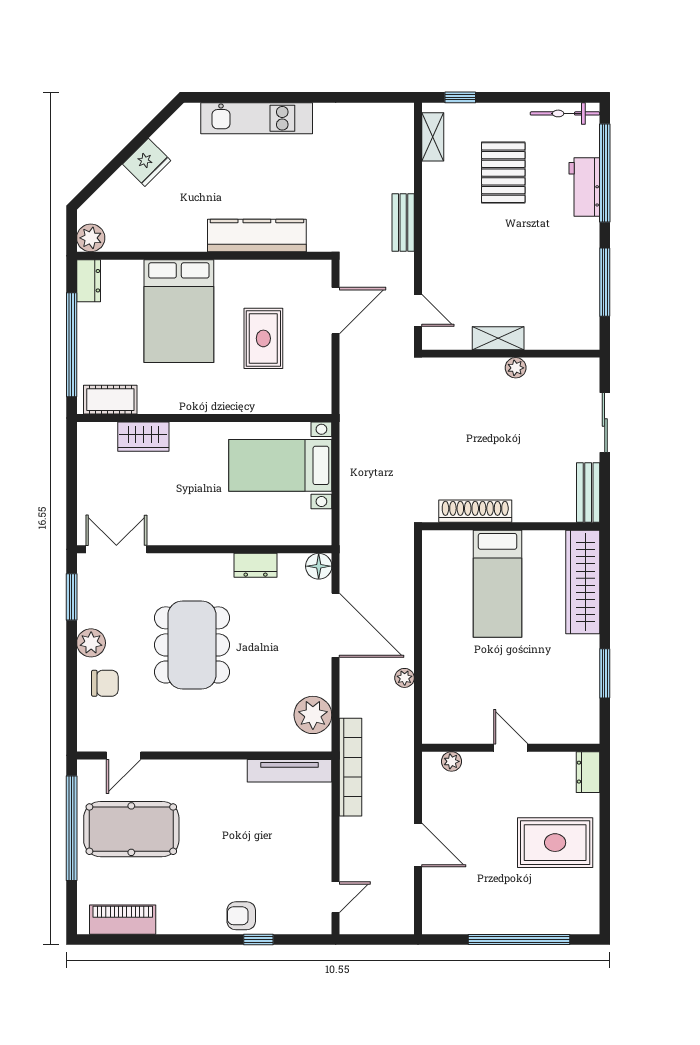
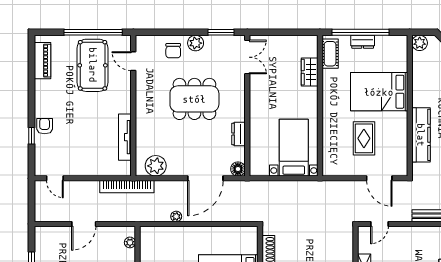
dresser: (89, 281) -> (363, 42), moved
rug: (263, 338) -> (364, 138), turned 90
tv unit: (290, 771) -> (125, 137), moved

